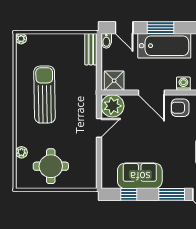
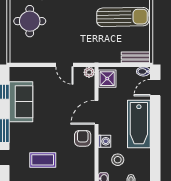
window: (160, 28) -> (155, 120), removed
sun lounger: (45, 95) -> (123, 17), moved
plant: (113, 106) -> (89, 72), width x0.53, depth x0.53

